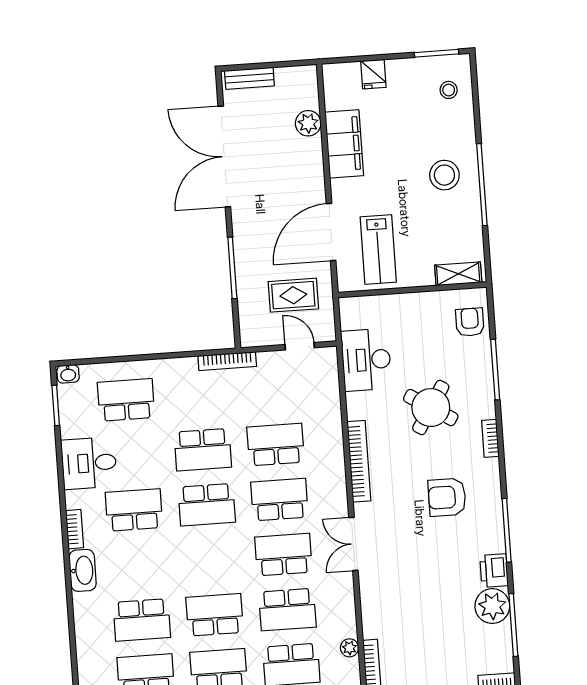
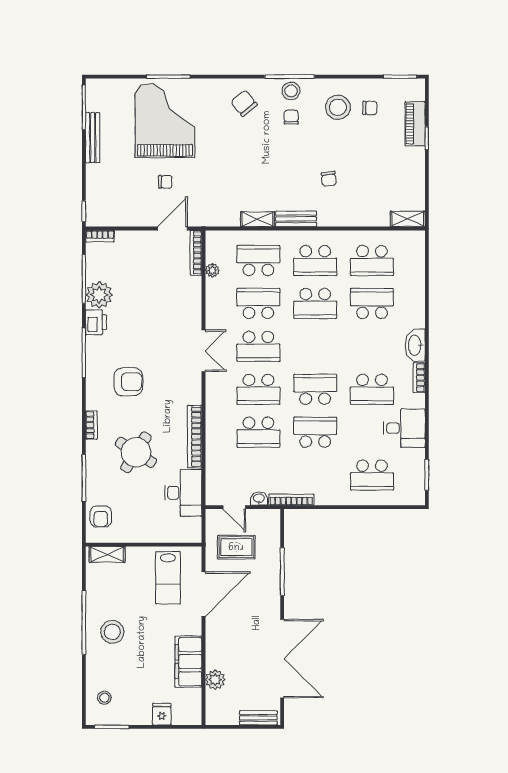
lab bench: (378, 250) -> (168, 578), turned 180
washbasin: (68, 374) -> (259, 499), moved
bookcase: (359, 461) -> (195, 437), moved

